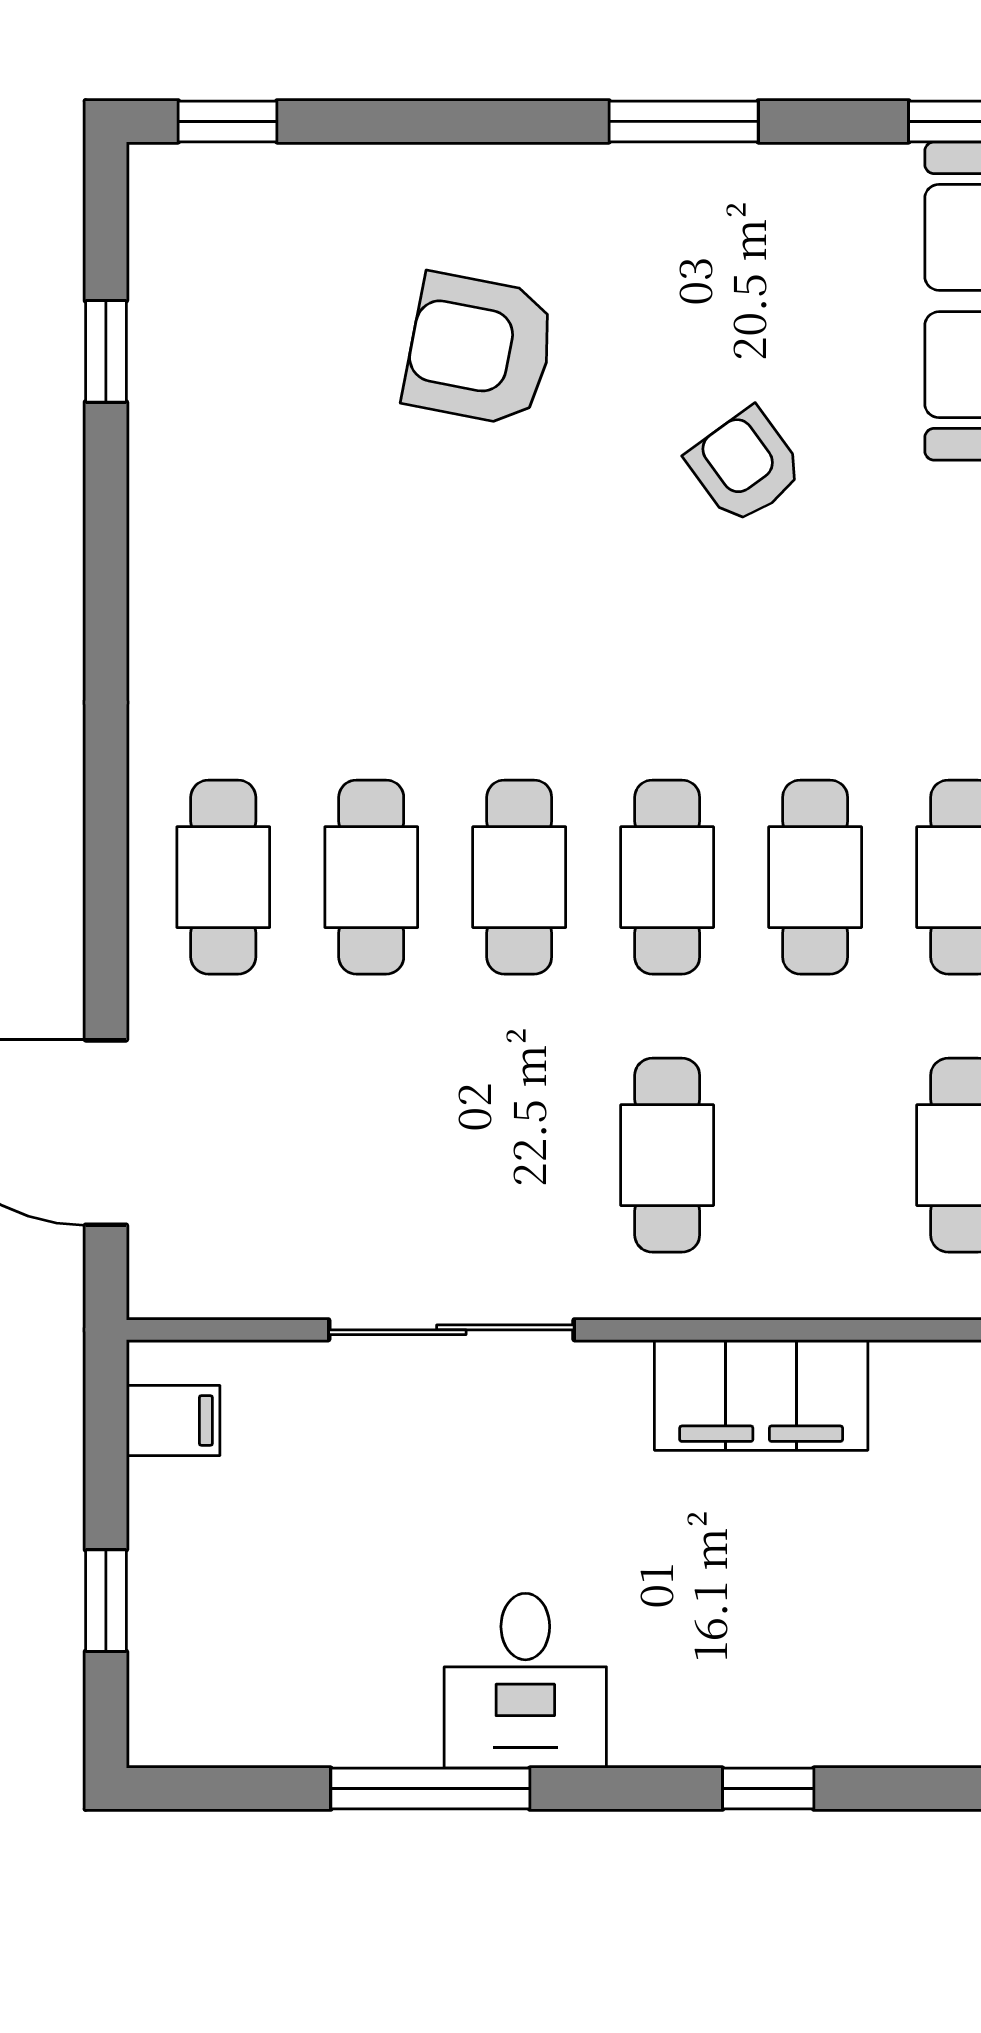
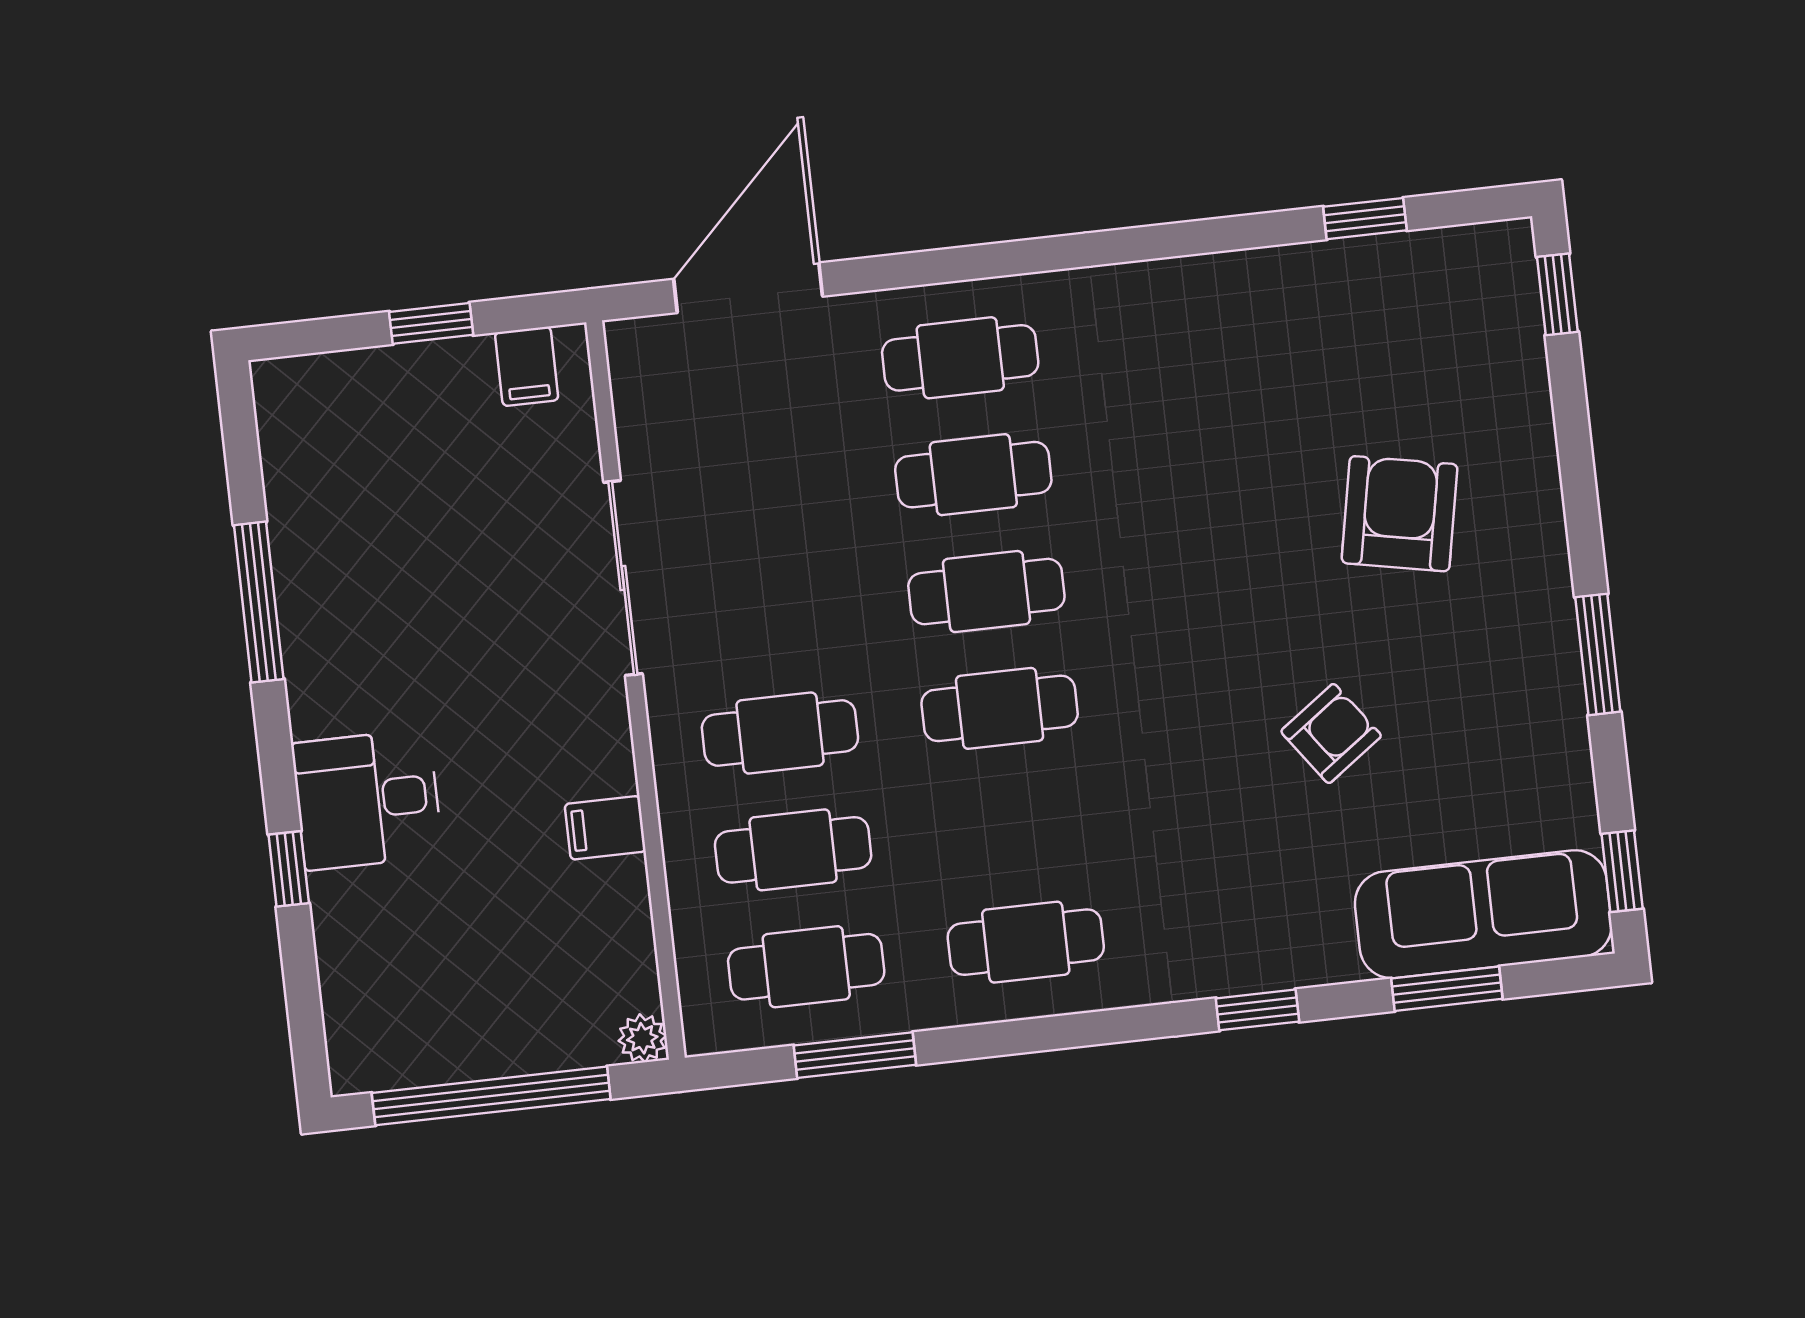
cafe table: (815, 877) -> (793, 850), moved
filing cabinet: (761, 1395) -> (605, 828), width x0.33, depth x0.86
window: (106, 1601) -> (431, 323), moved
desk: (525, 1681) -> (367, 800), moved

